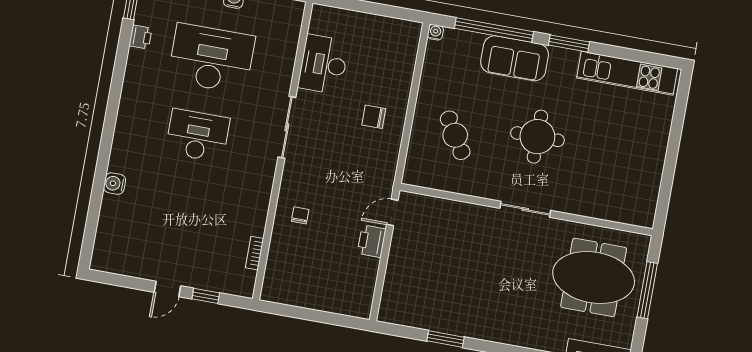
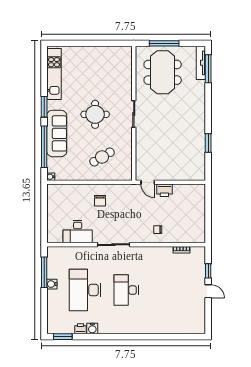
sofa: (515, 58) -> (57, 133), width x1.36
water cooler: (115, 184) -> (92, 328), moved

